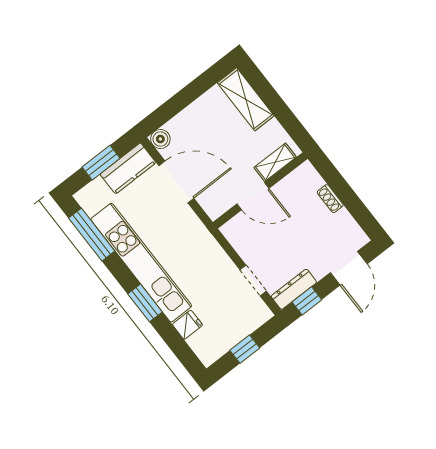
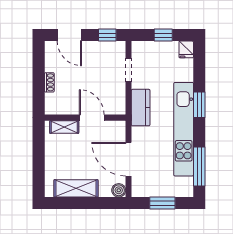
shelving: (246, 99) -> (76, 188), moved, turned 90
kitchen counter: (128, 168) -> (141, 108), moved, turned 90
door: (349, 268) -> (69, 35), swing flipped
dresser: (294, 289) -> (109, 47), removed
fridge: (187, 325) -> (186, 49), moved, turned -90

